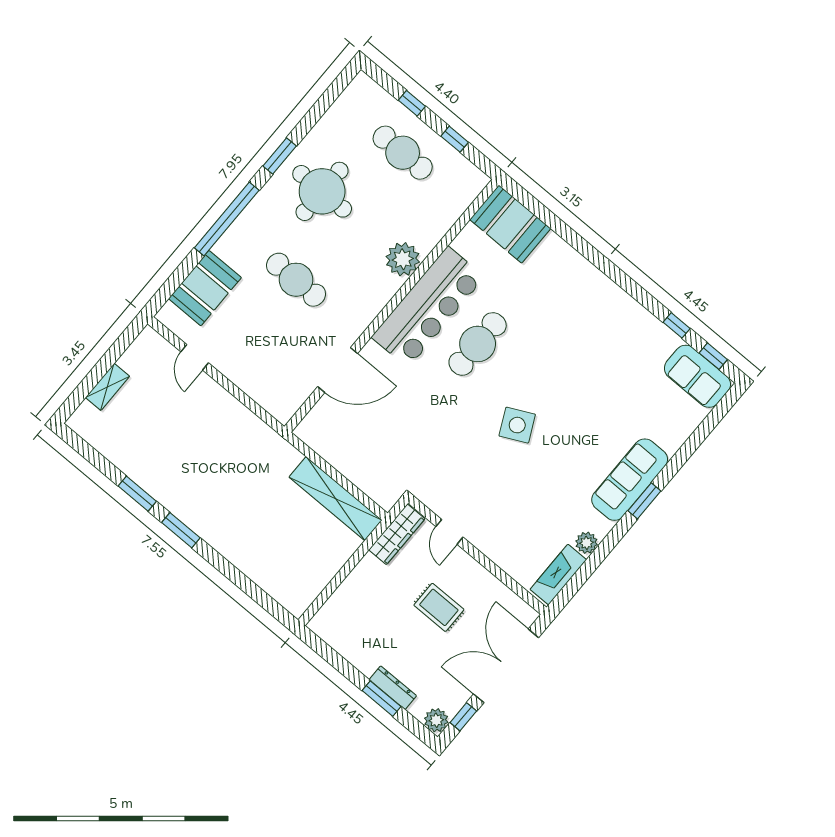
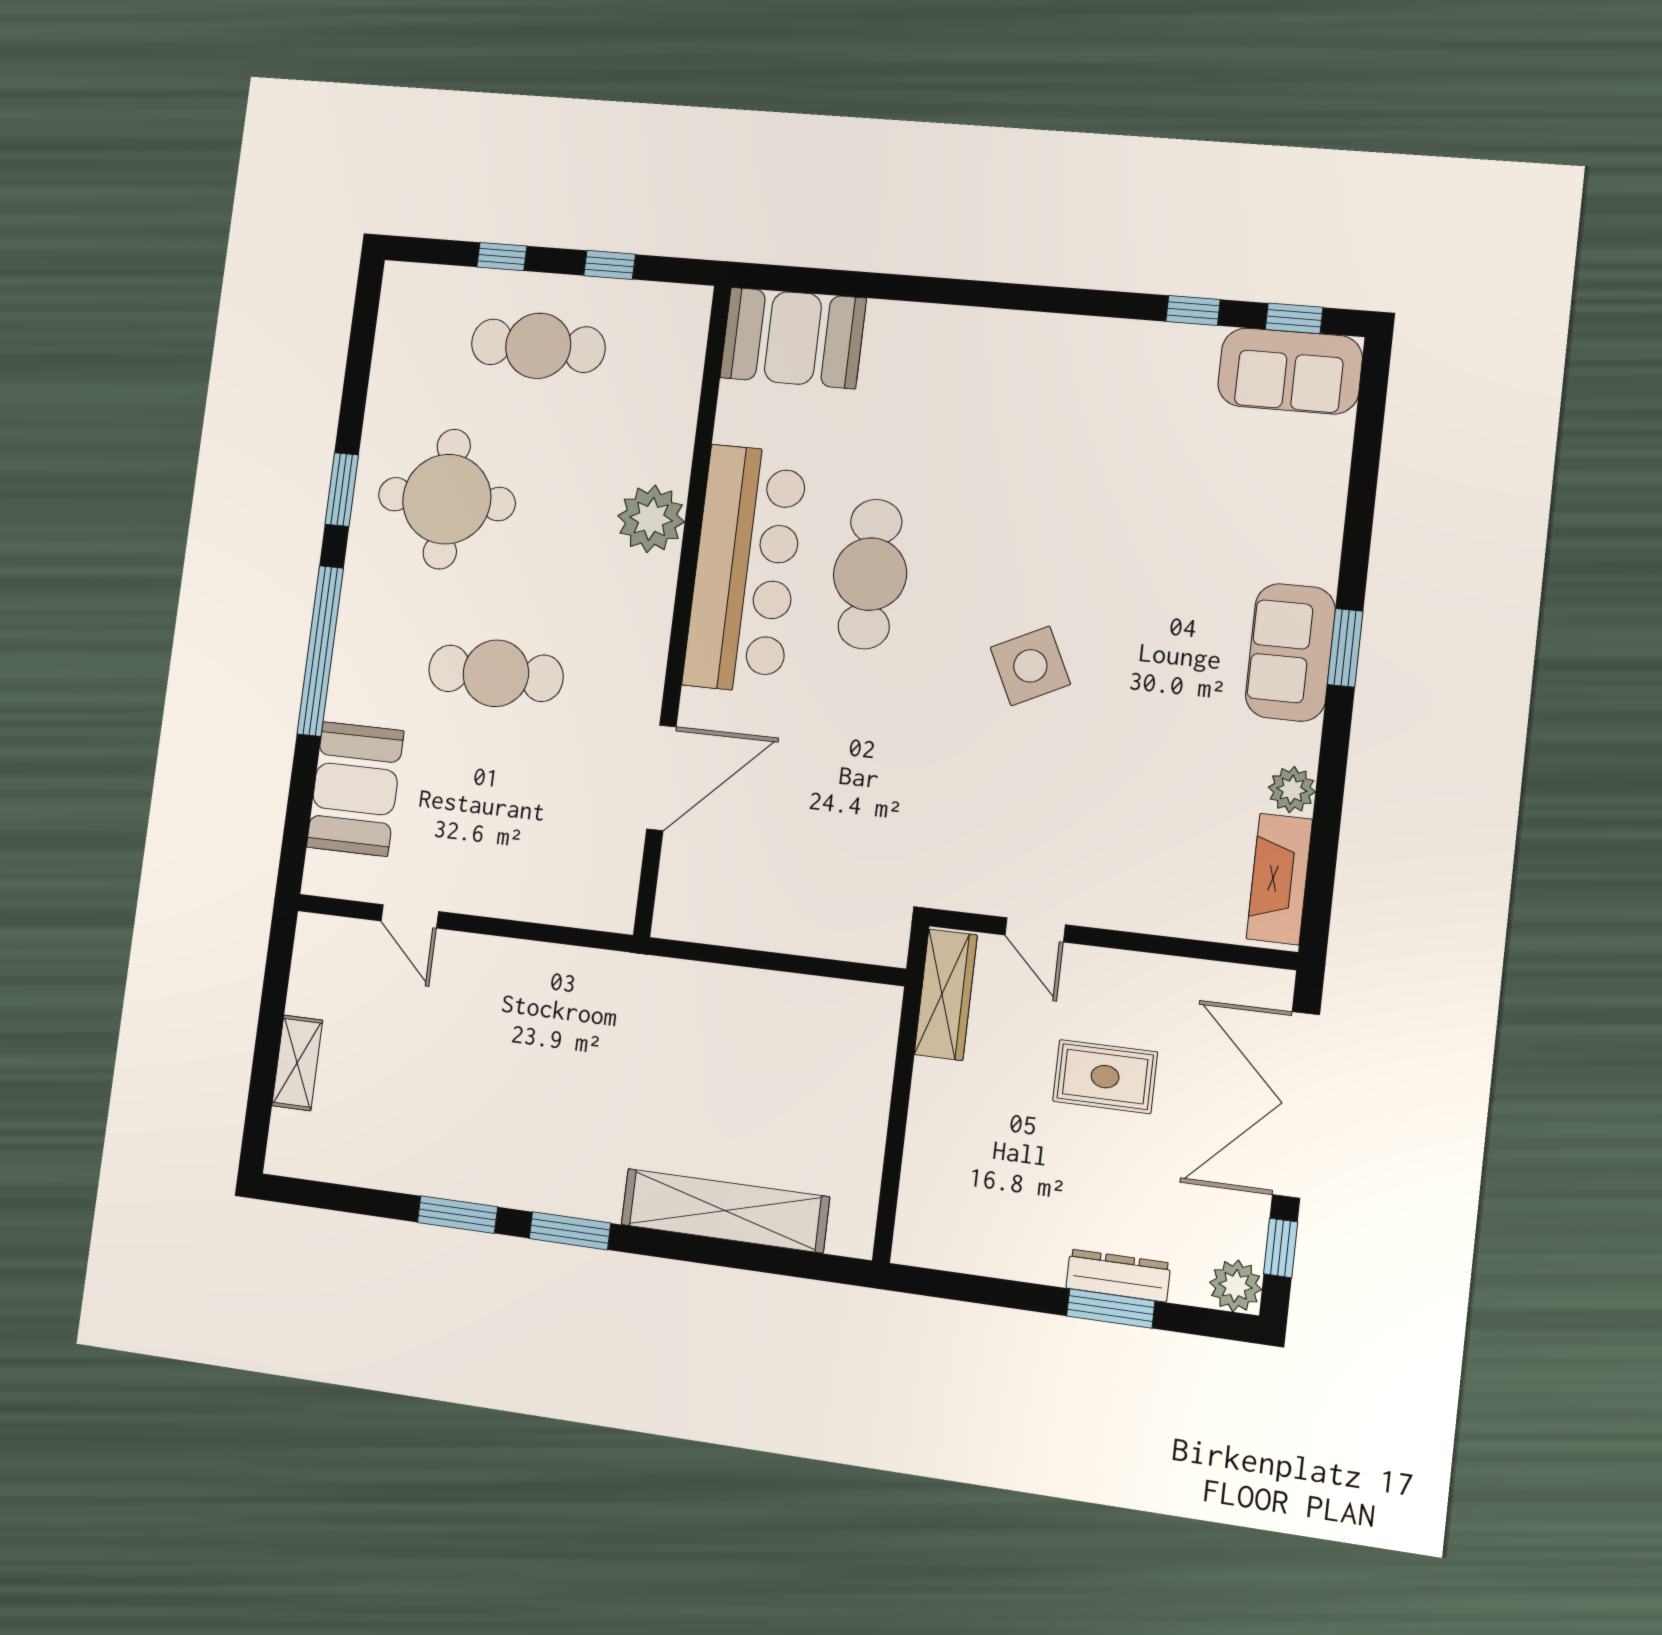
sofa: (630, 480) -> (1290, 652), width x0.73
shelving: (336, 499) -> (725, 1211), moved

